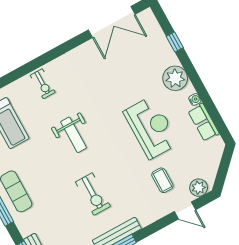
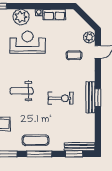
reception desk: (151, 128) -> (28, 42), moved
weight bench: (74, 135) -> (22, 91), turned 180

